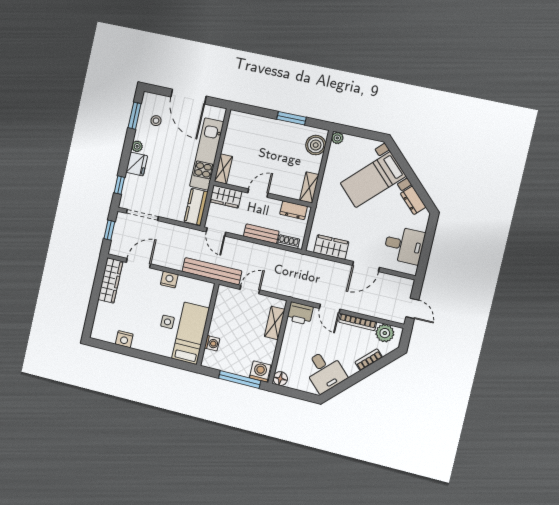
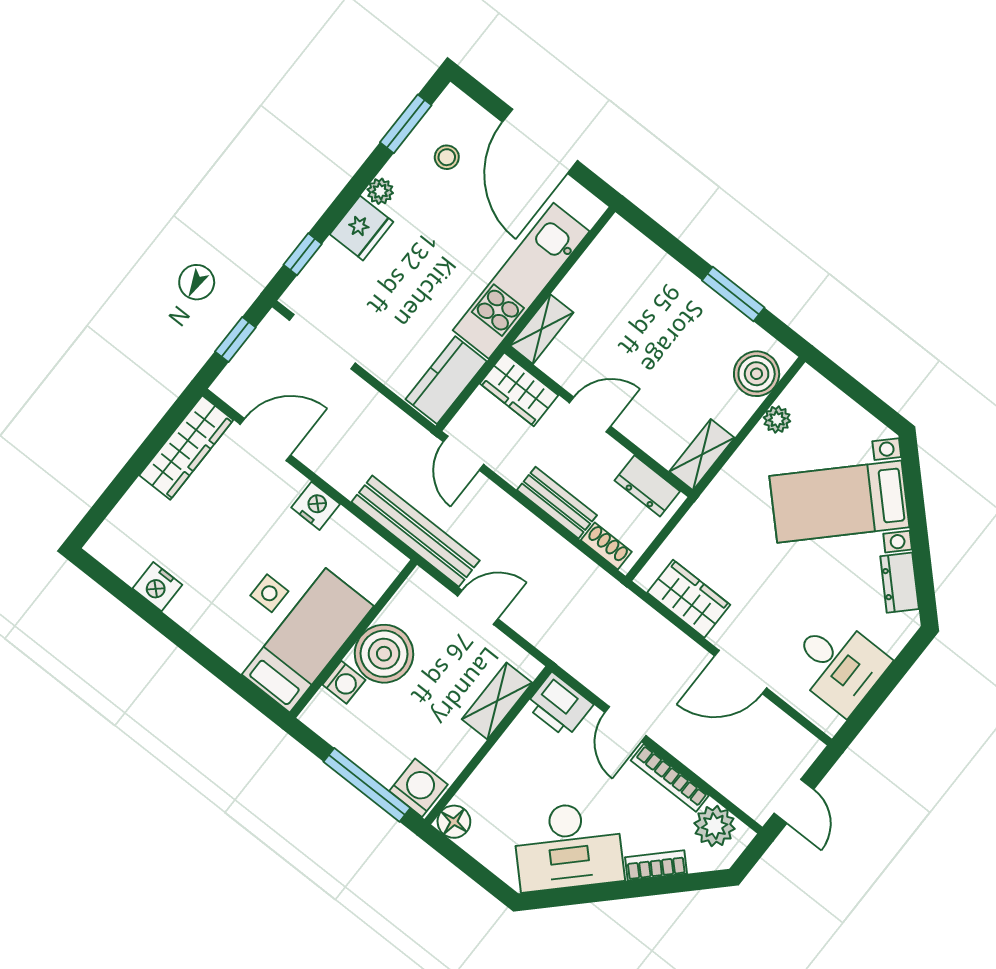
plant: (337, 138) -> (777, 419), moved
boiler: (222, 325) -> (384, 654), added
desk: (325, 371) -> (568, 846), width x1.37

